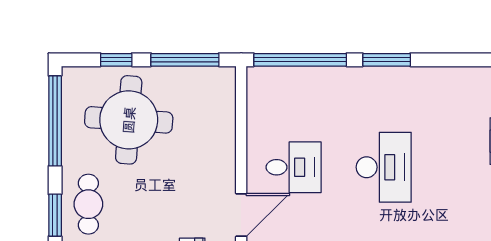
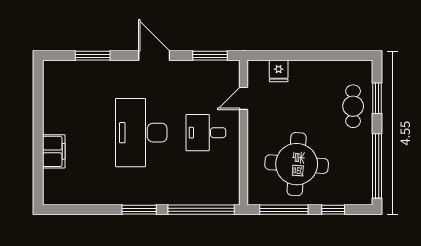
round table: (129, 120) -> (297, 164), moved
desk: (384, 167) -> (141, 133), width x1.36, depth x1.30
door: (241, 215) -> (243, 98), width x0.73

